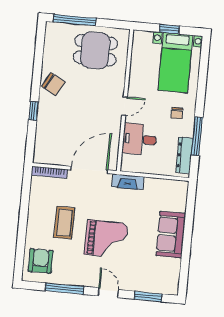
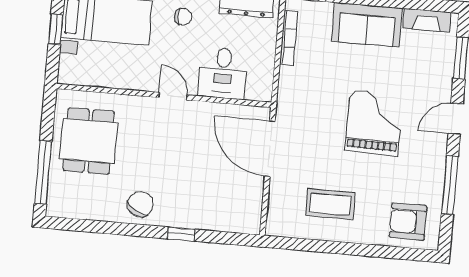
bookcase: (49, 172) -> (289, 38), moved
fireplace: (128, 182) -> (427, 20), moved, turned 90
coffee table: (64, 223) -> (330, 204), moved

